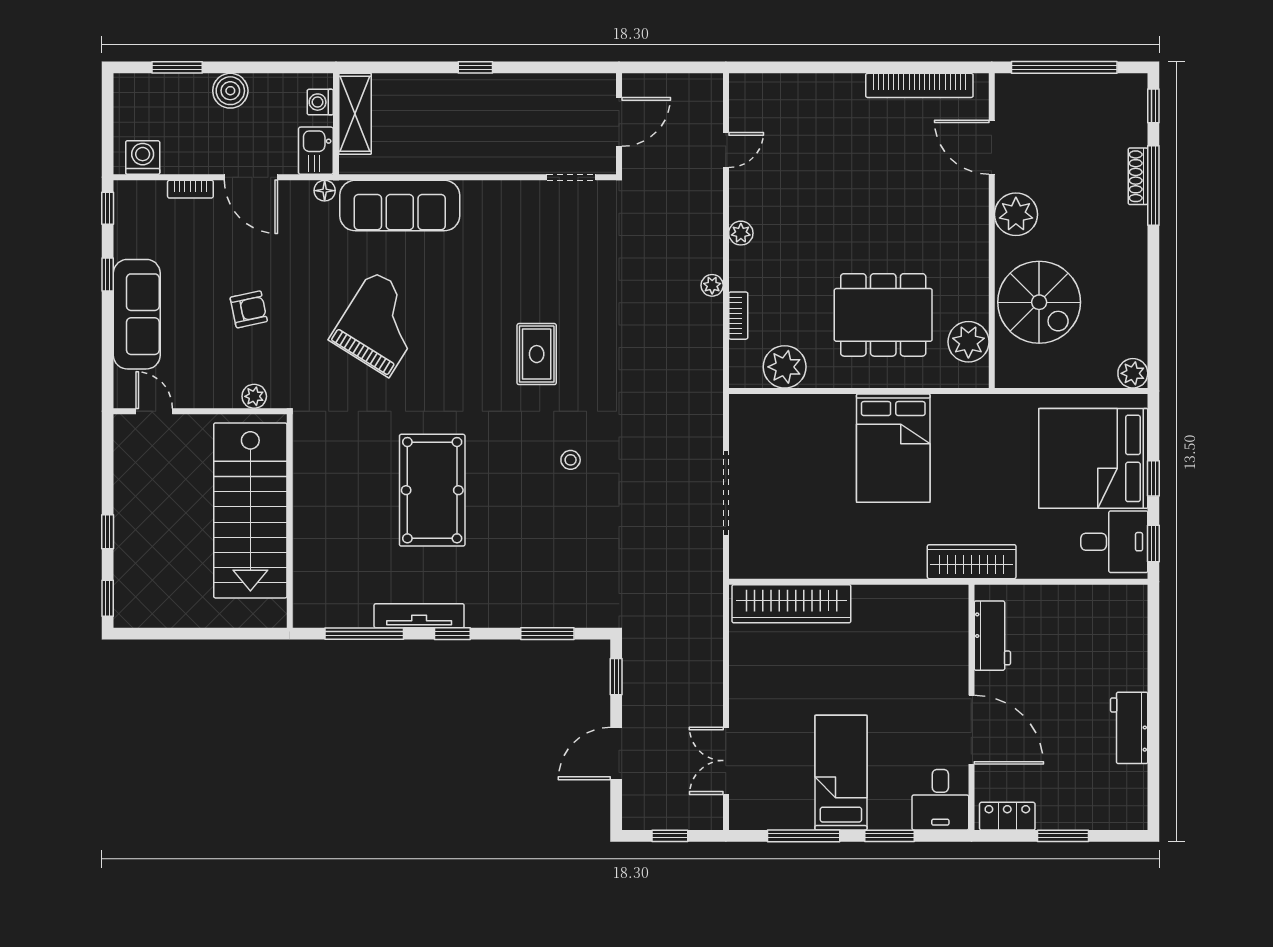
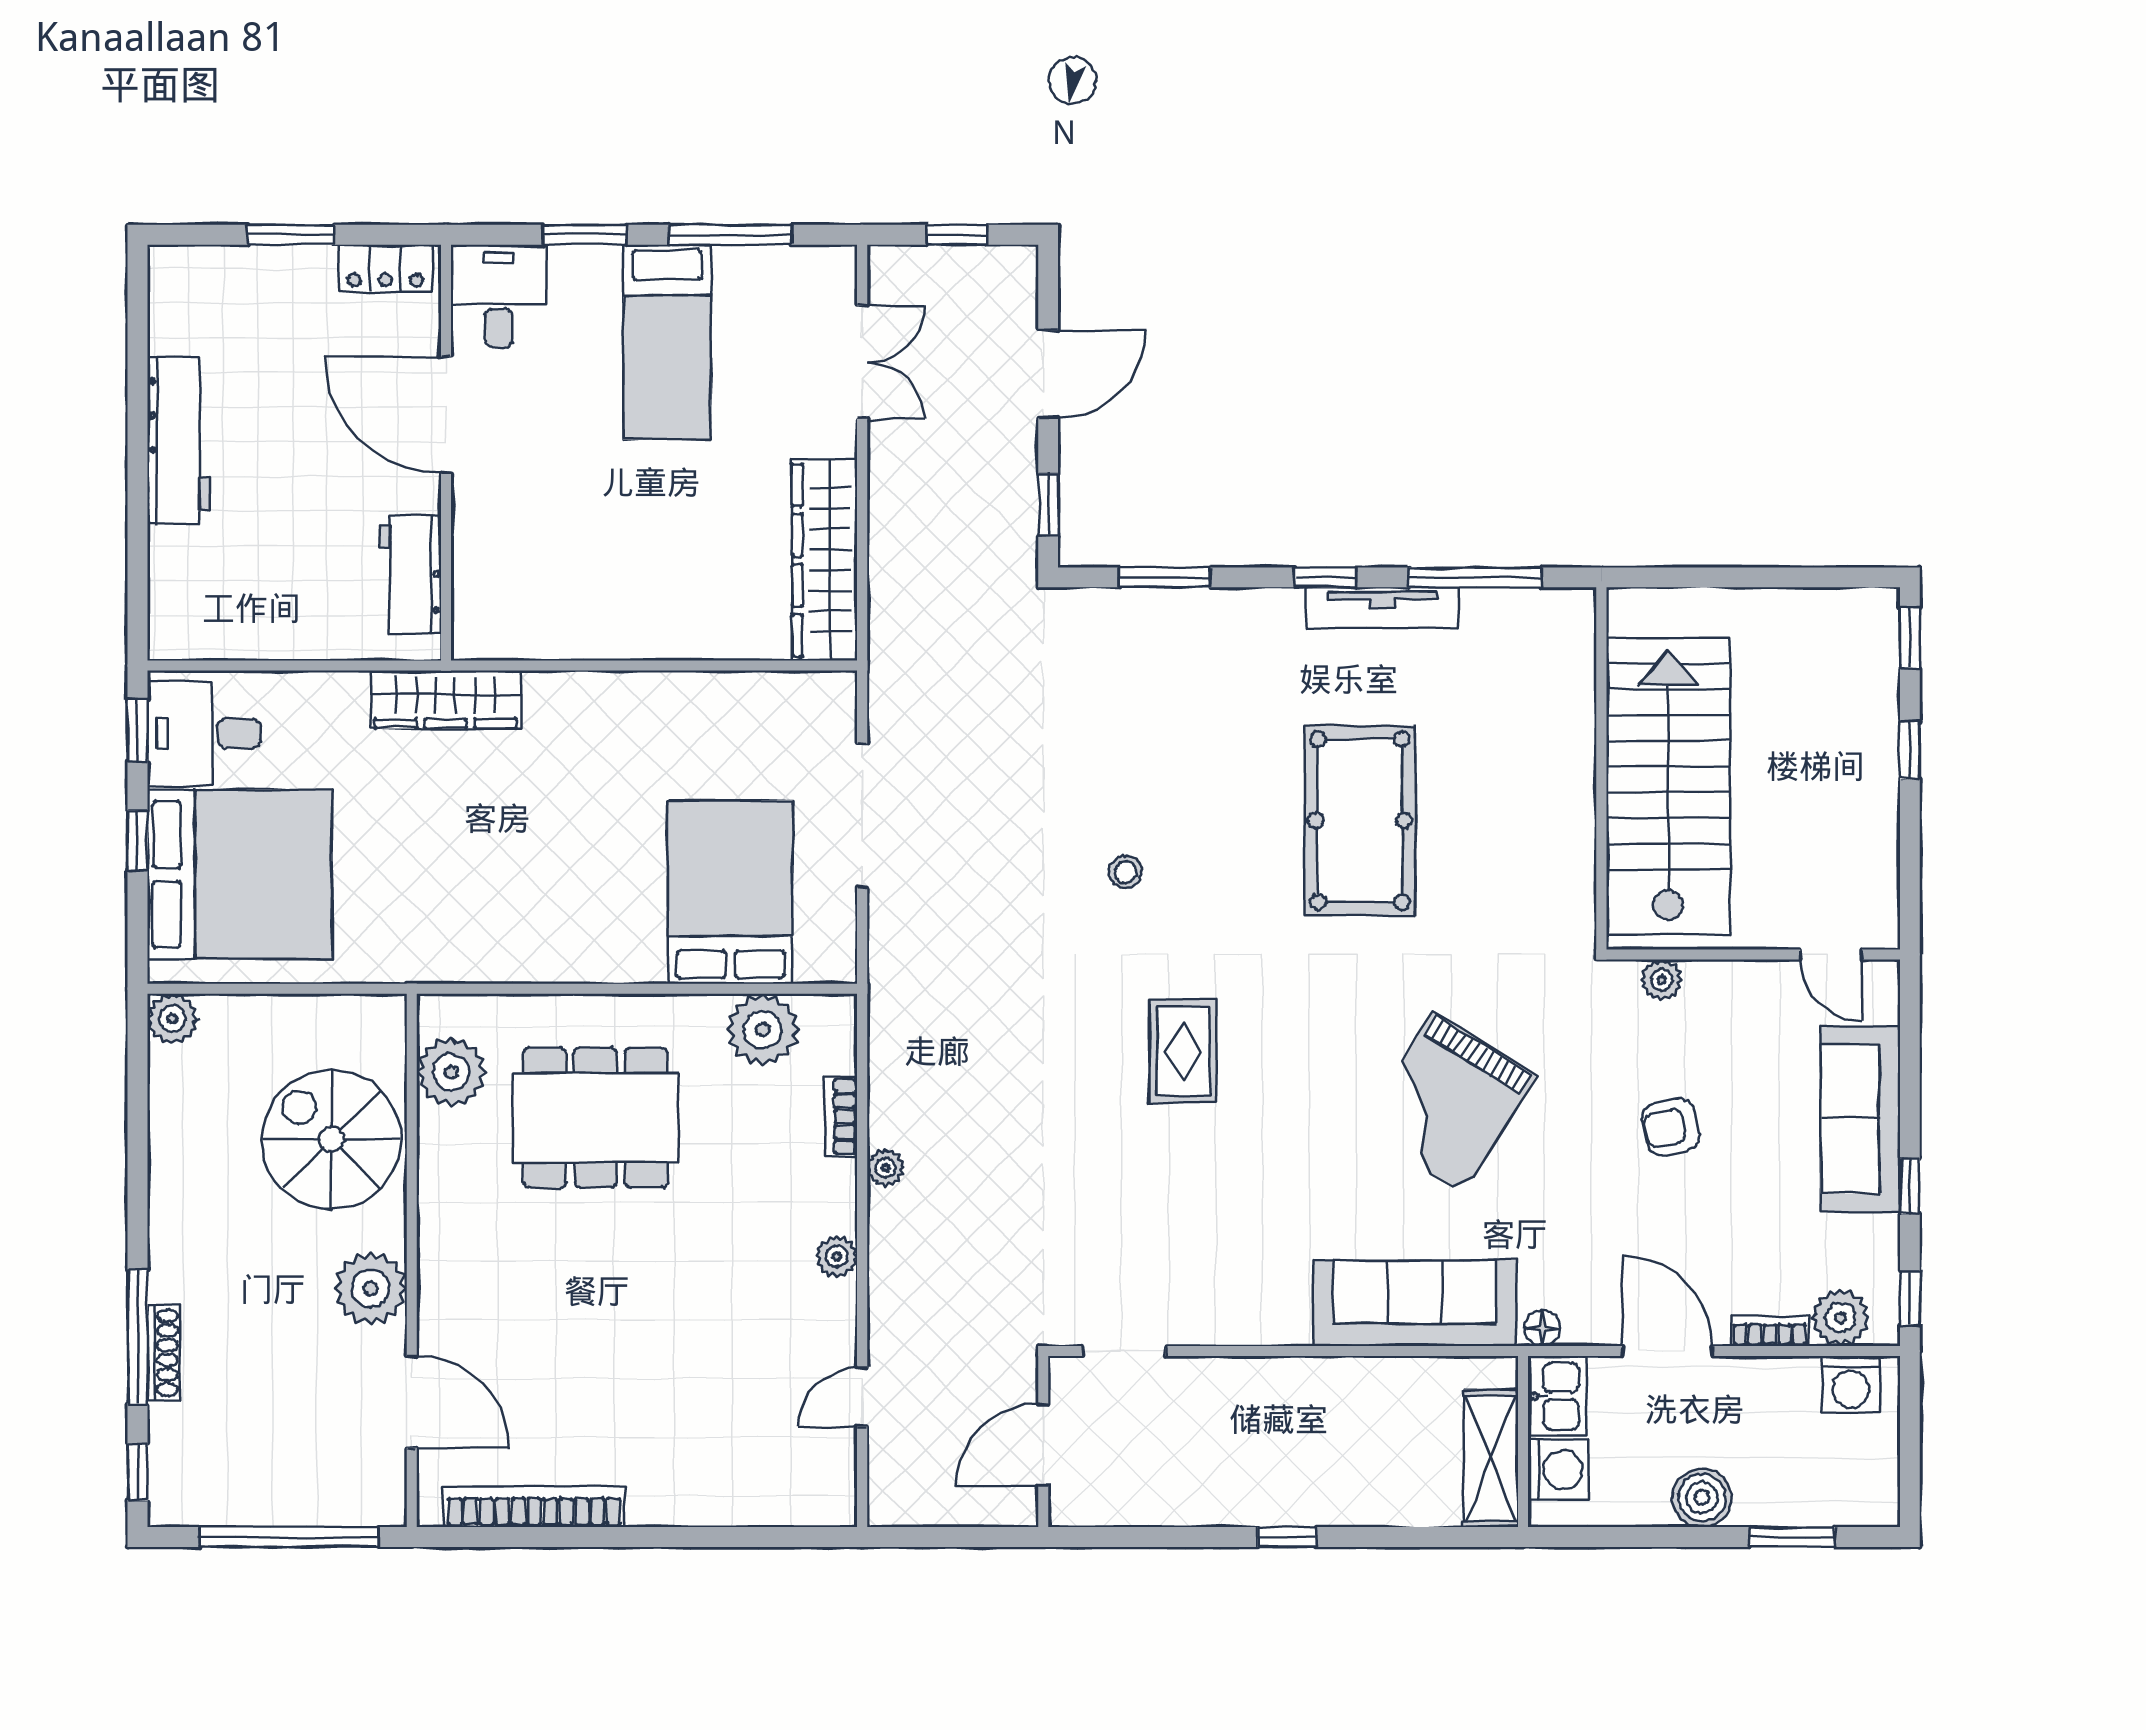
washing machine: (320, 102) -> (1558, 1470), width x1.38, depth x1.38
plant: (149, 197) -> (1840, 1318), added
bed: (893, 448) -> (730, 892), moved
wardrobe: (791, 604) -> (825, 560), moved, turned -90
workbench: (1129, 728) -> (179, 441), width x1.37

